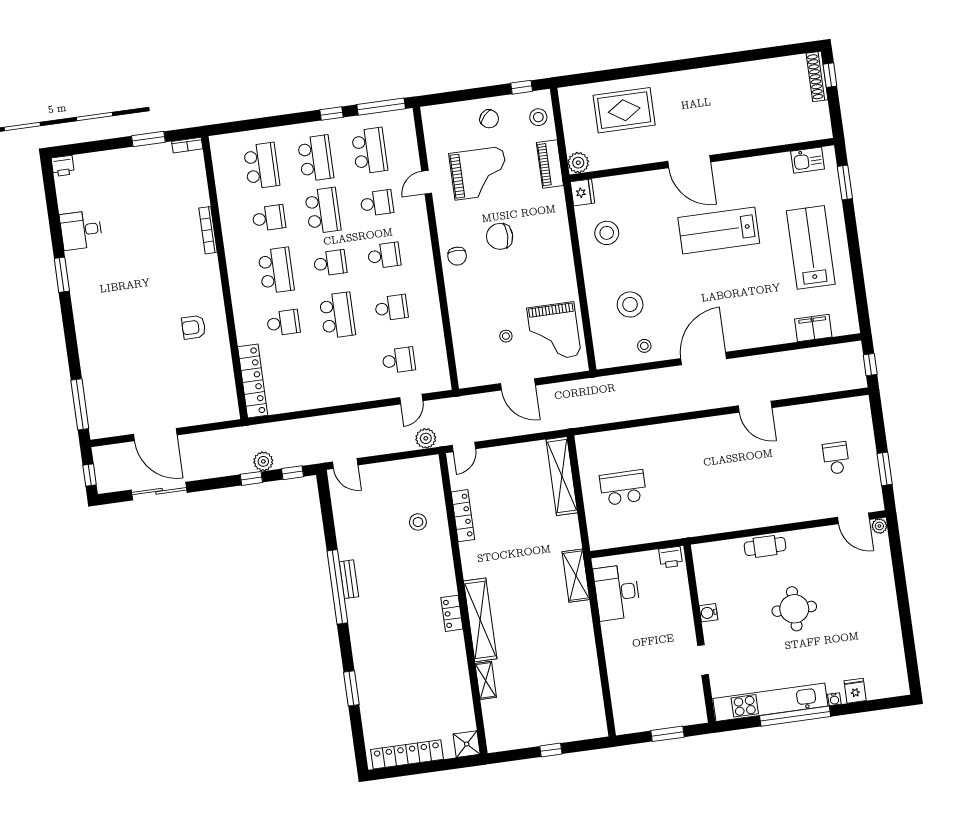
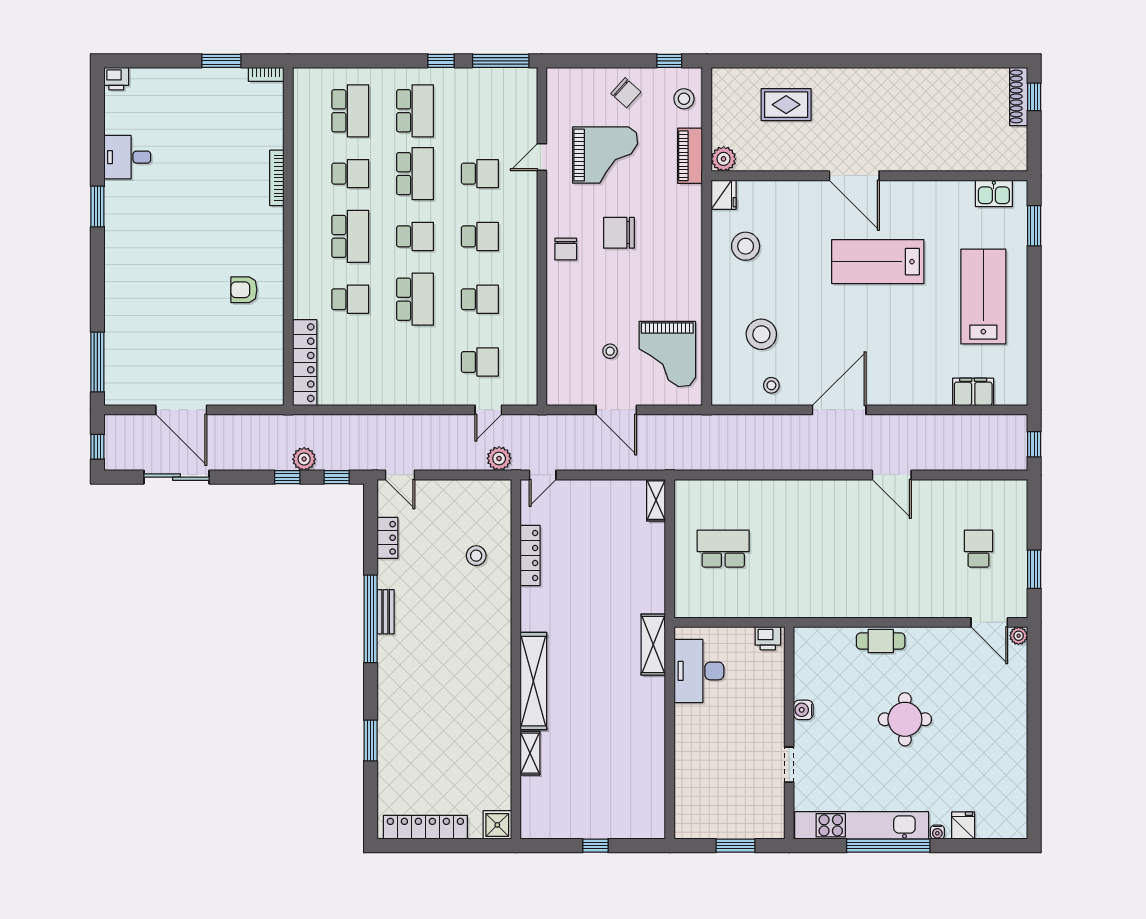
rug: (624, 110) -> (786, 105), width x0.73, depth x0.70
school desk: (370, 151) -> (480, 111), removed
shelving: (562, 476) -> (656, 500), width x0.45, depth x0.75
locker: (452, 613) -> (387, 538), moved, turned 180

